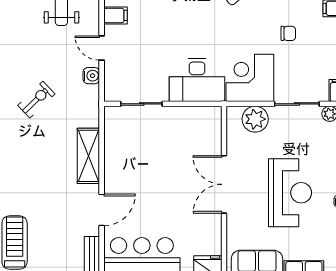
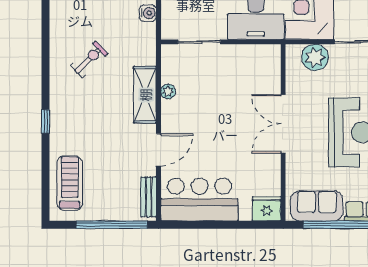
exercise bike: (36, 100) -> (89, 60), moved
plant: (111, 153) -> (168, 91), added

